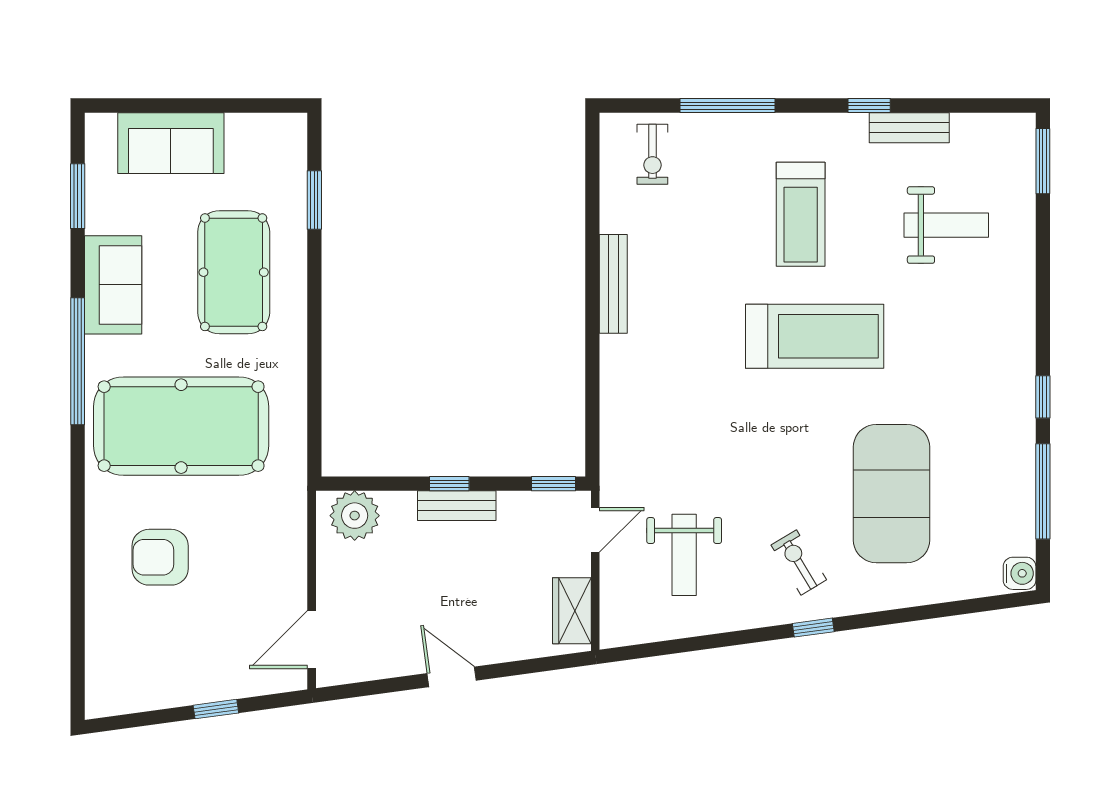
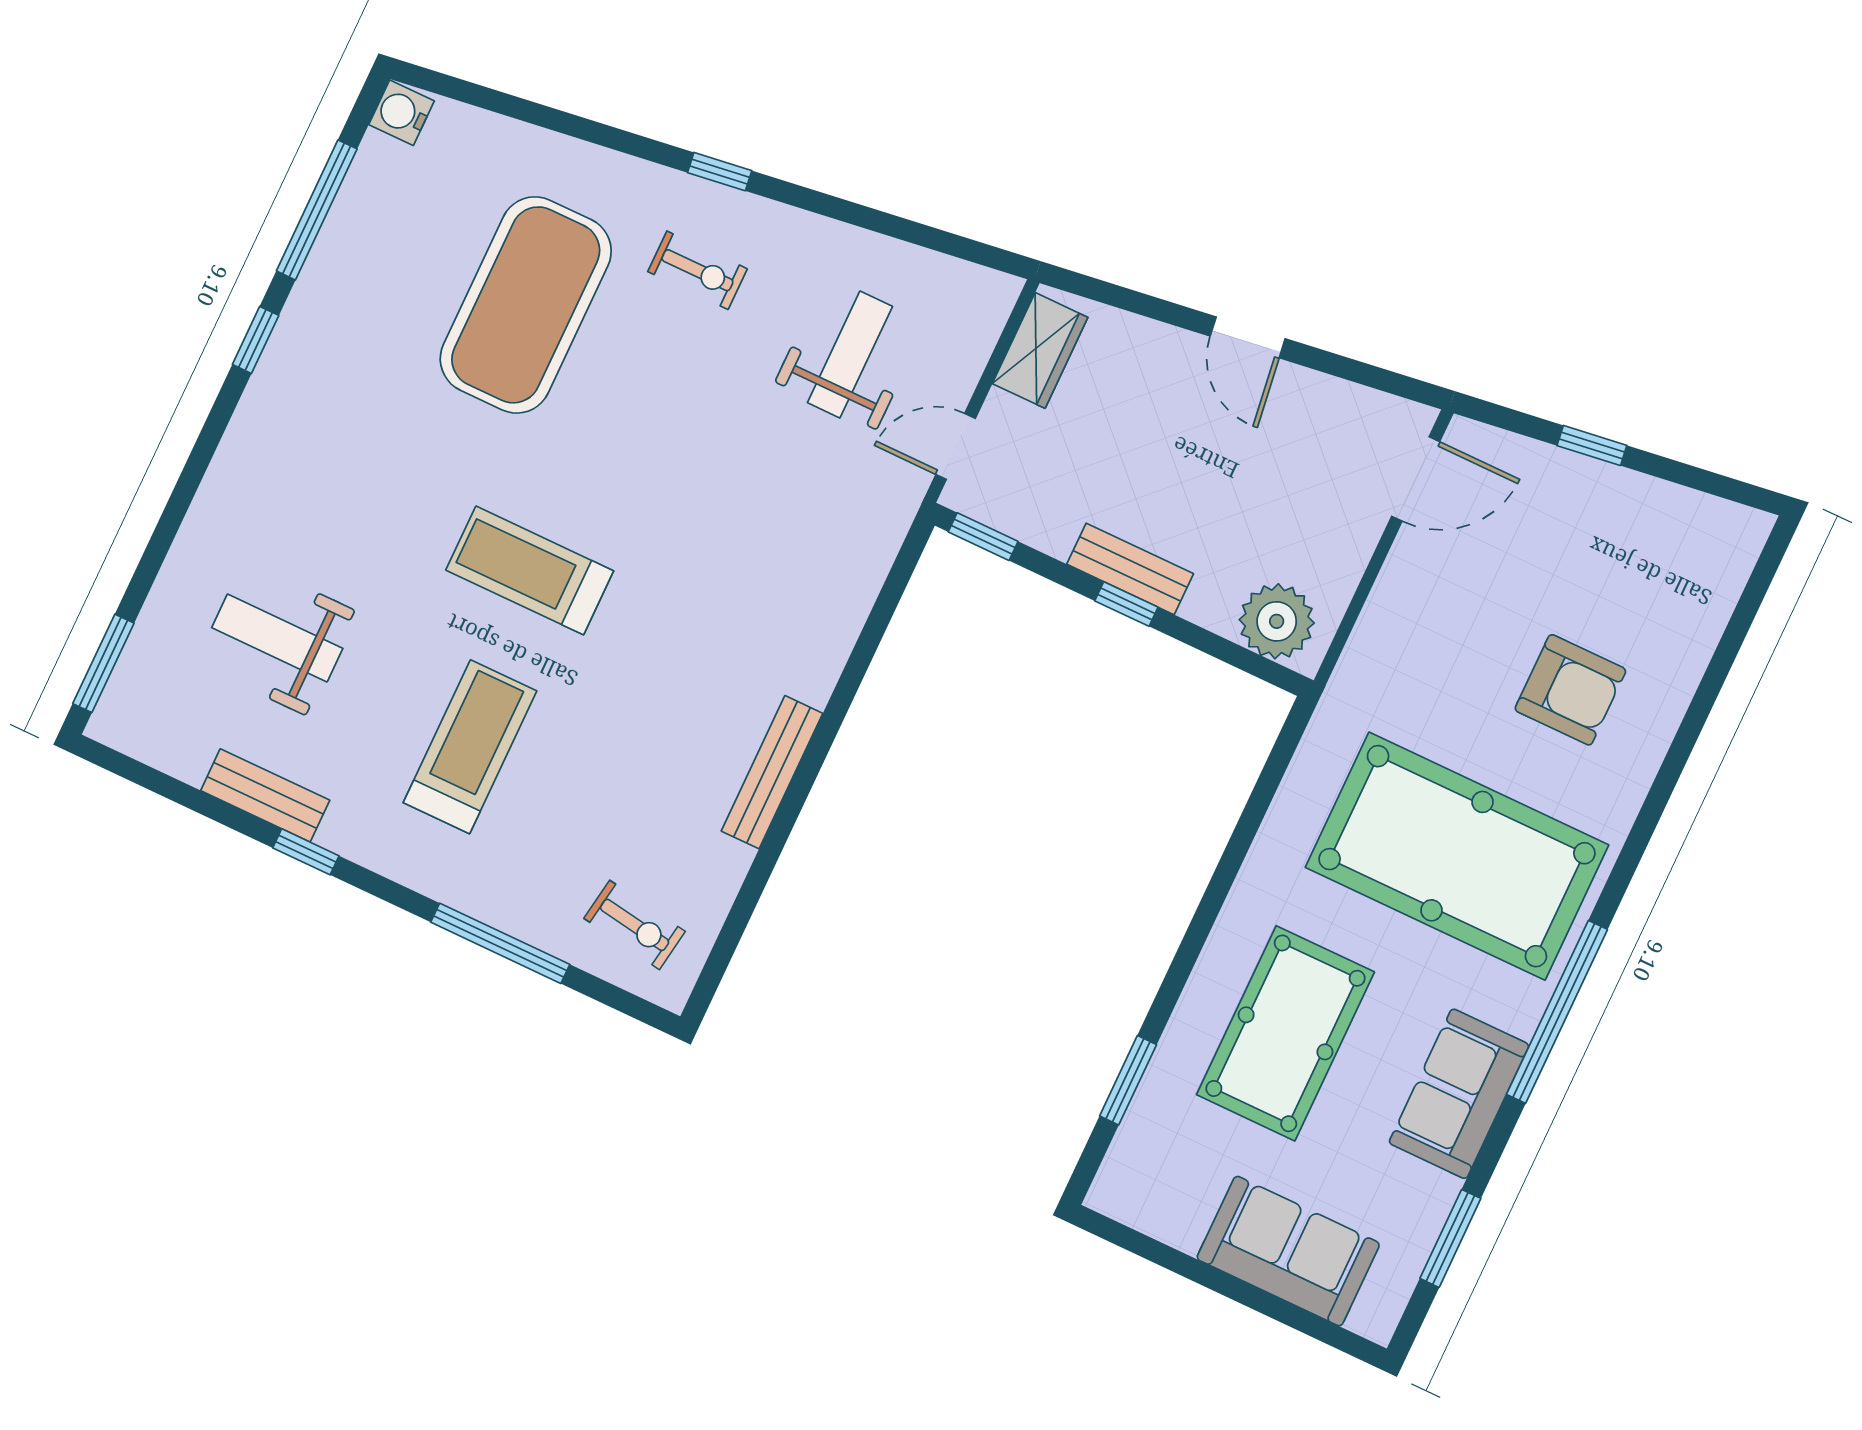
exercise bike: (652, 154) -> (635, 925), turned 99
treadmill: (815, 336) -> (530, 570), width x0.73, depth x0.73
exercise bike: (799, 562) -> (697, 270), turned -59

